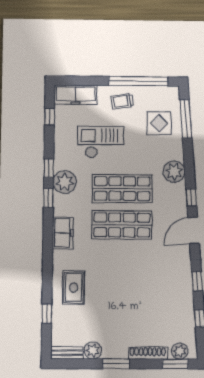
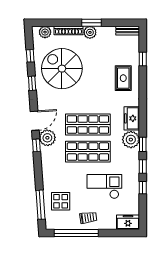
freezer: (76, 95) -> (128, 222), width x0.71
window: (50, 117) -> (143, 188), moved
checkout: (101, 142) -> (104, 187), turned 180
plant: (174, 172) -> (47, 138), moved
plant: (65, 182) -> (131, 140), moved
spiral stairs: (157, 301) -> (62, 69), added
plant: (93, 350) -> (90, 32), moved
window: (175, 364) -> (48, 23), removed

